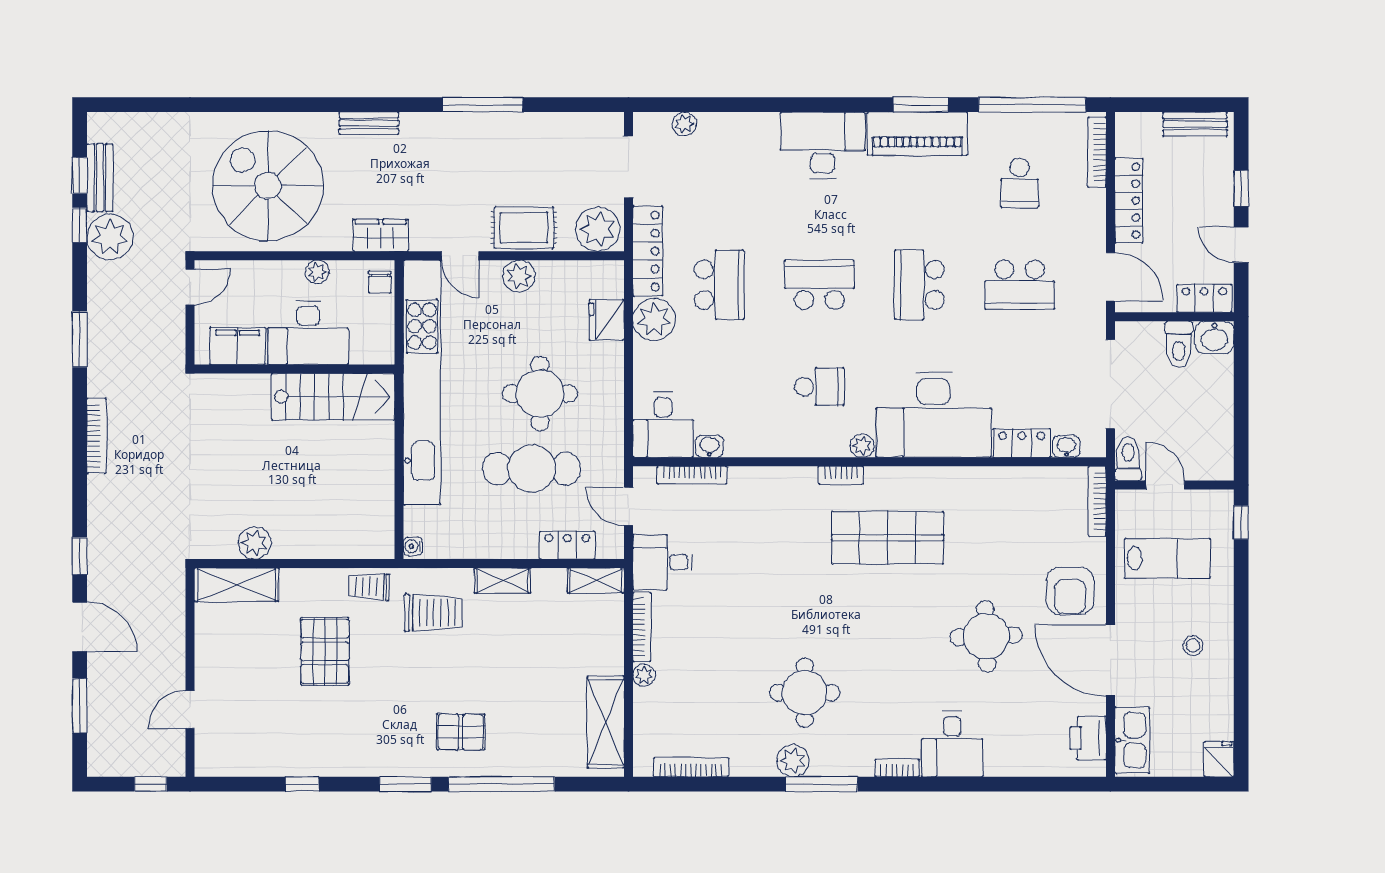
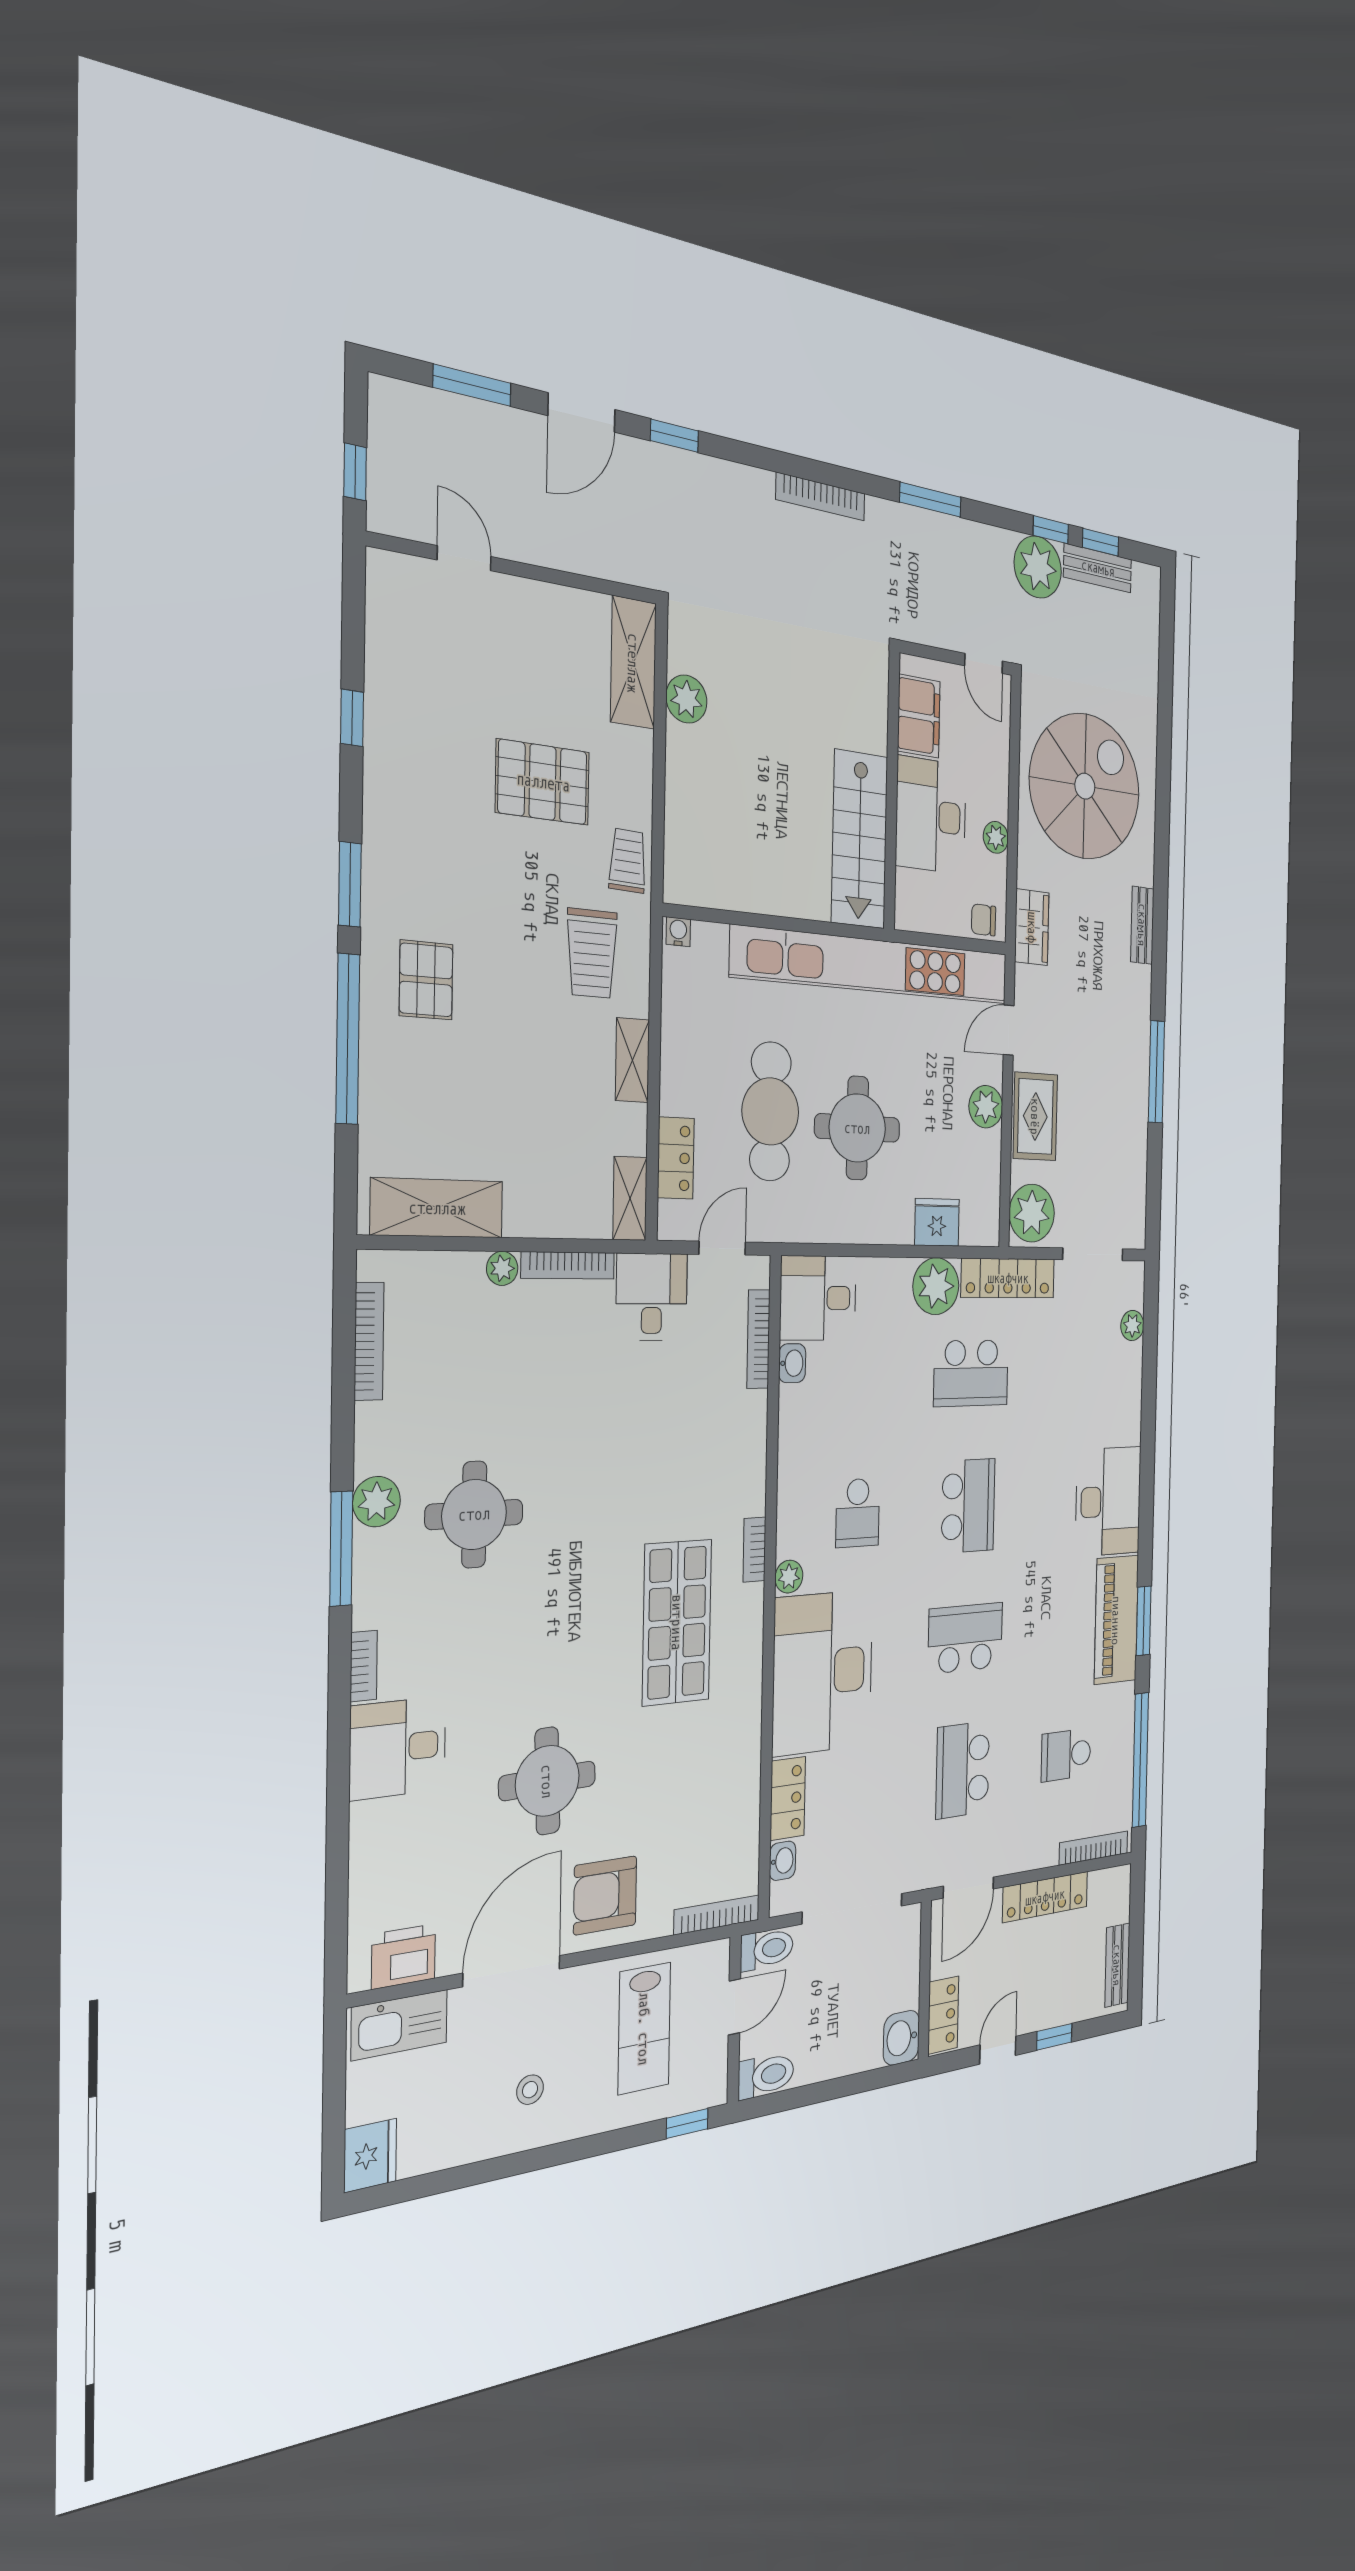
toilet: (1179, 344) -> (766, 2075), moved, turned 180
fridge: (1219, 759) -> (370, 2156), width x1.38

